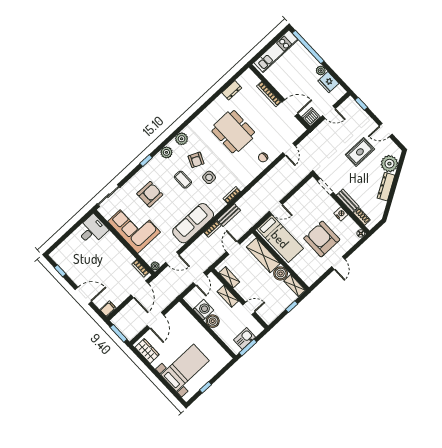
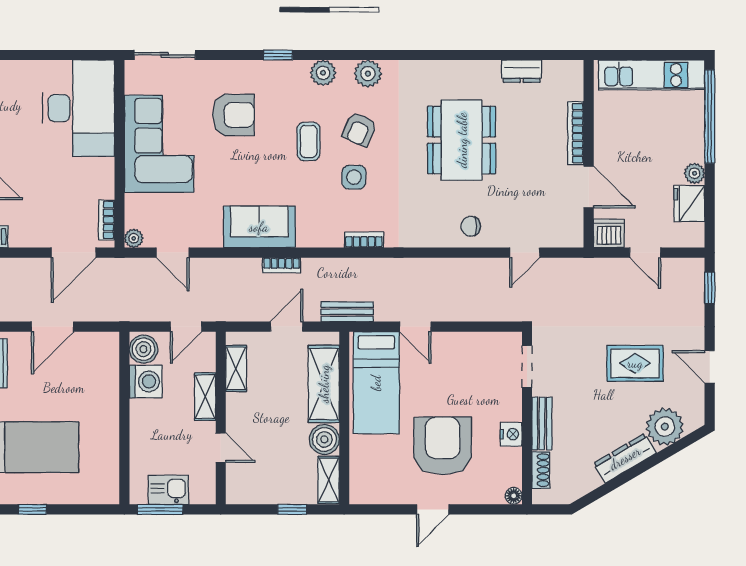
bench: (229, 215) -> (347, 312), moved
sofa: (193, 223) -> (259, 227), width x0.73
desk: (92, 230) -> (78, 108), width x1.87, depth x1.30
boiler: (213, 321) -> (143, 349), moved

